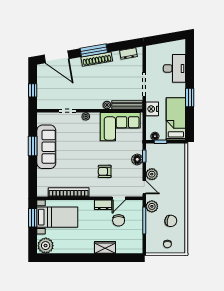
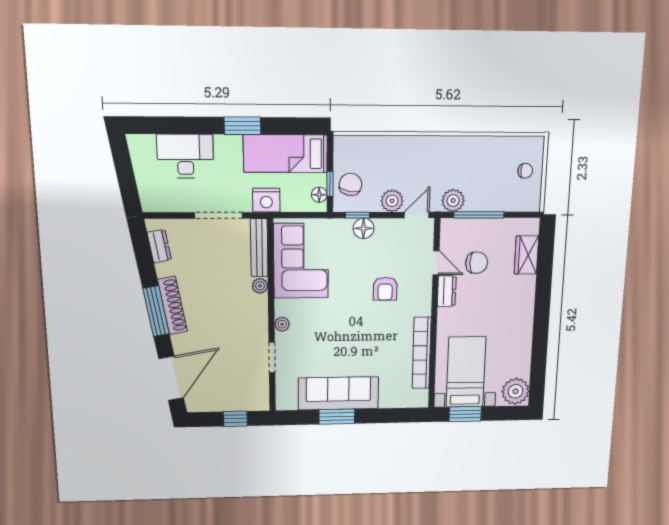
chair: (171, 221) -> (350, 184), moved
wardrobe: (105, 247) -> (527, 255), moved

